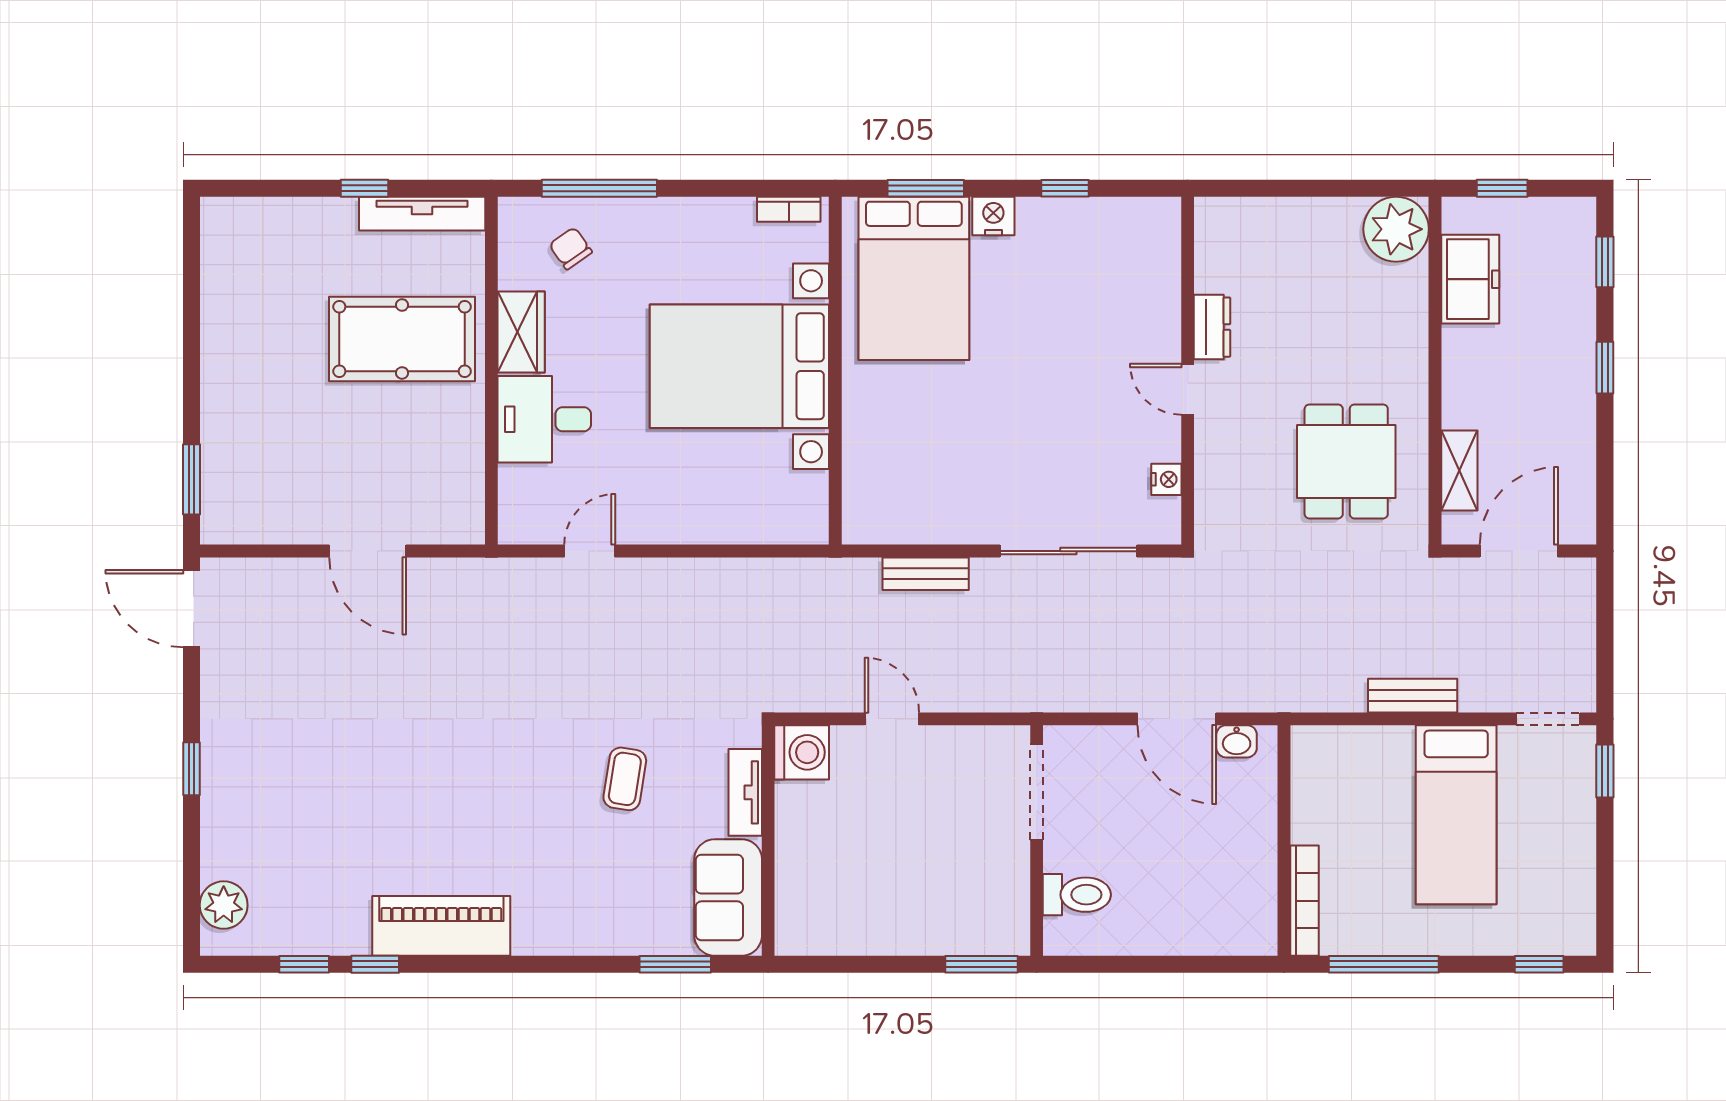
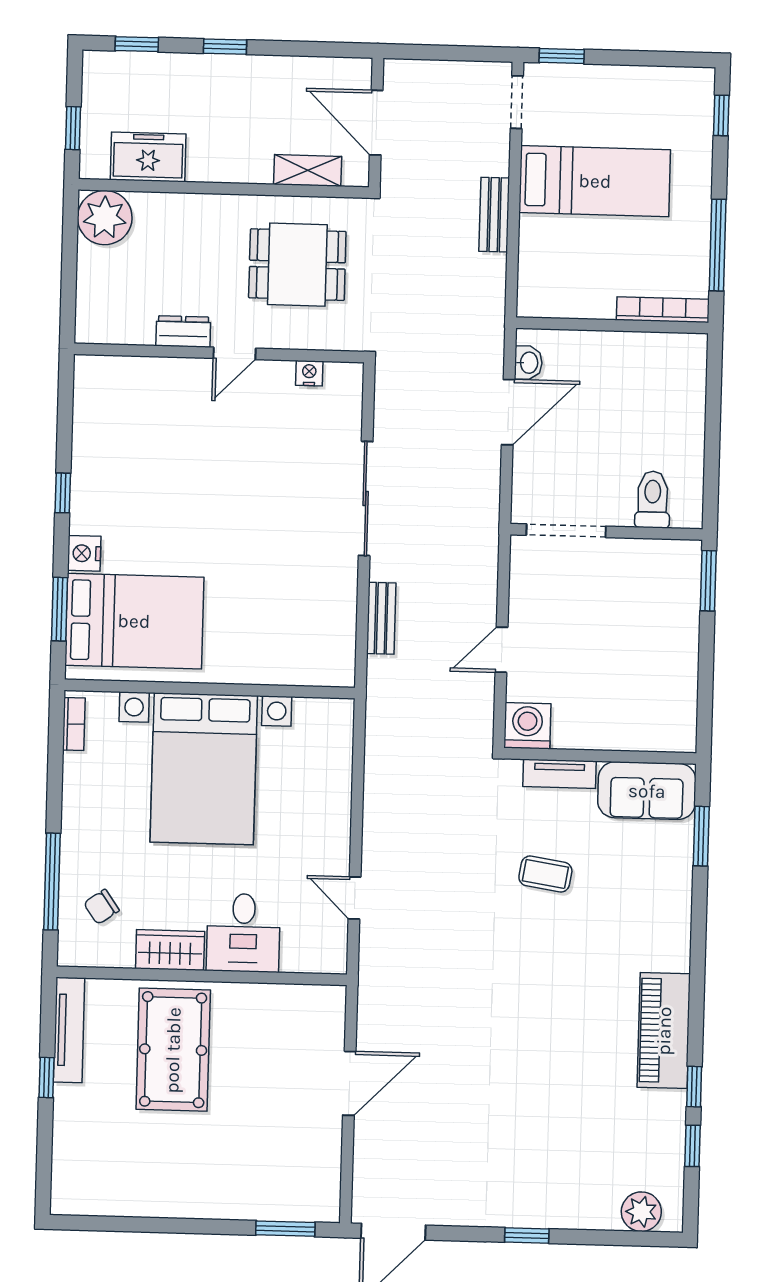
dresser: (1212, 327) -> (183, 331), moved
wall: (1188, 371) -> (219, 353), moved
door: (1188, 389) -> (235, 353), moved
nightstand: (1166, 479) -> (309, 373), moved

